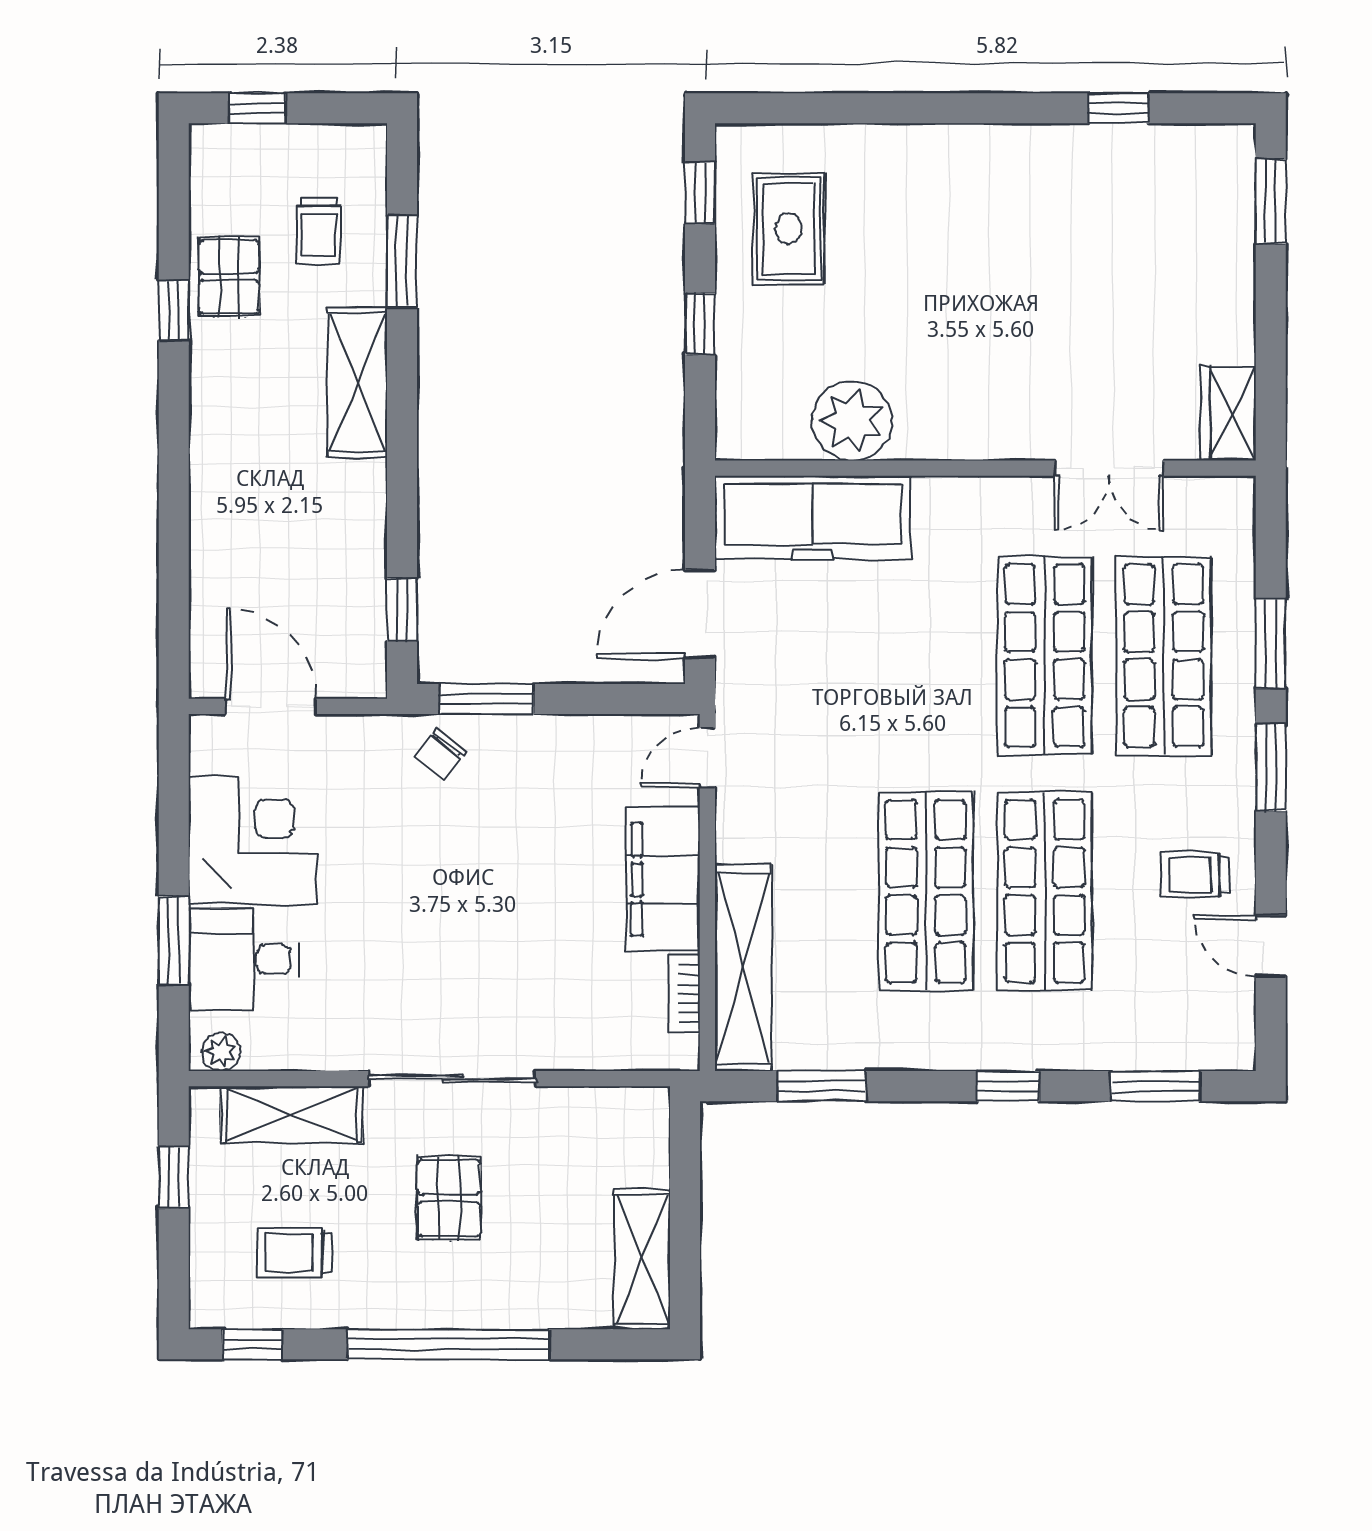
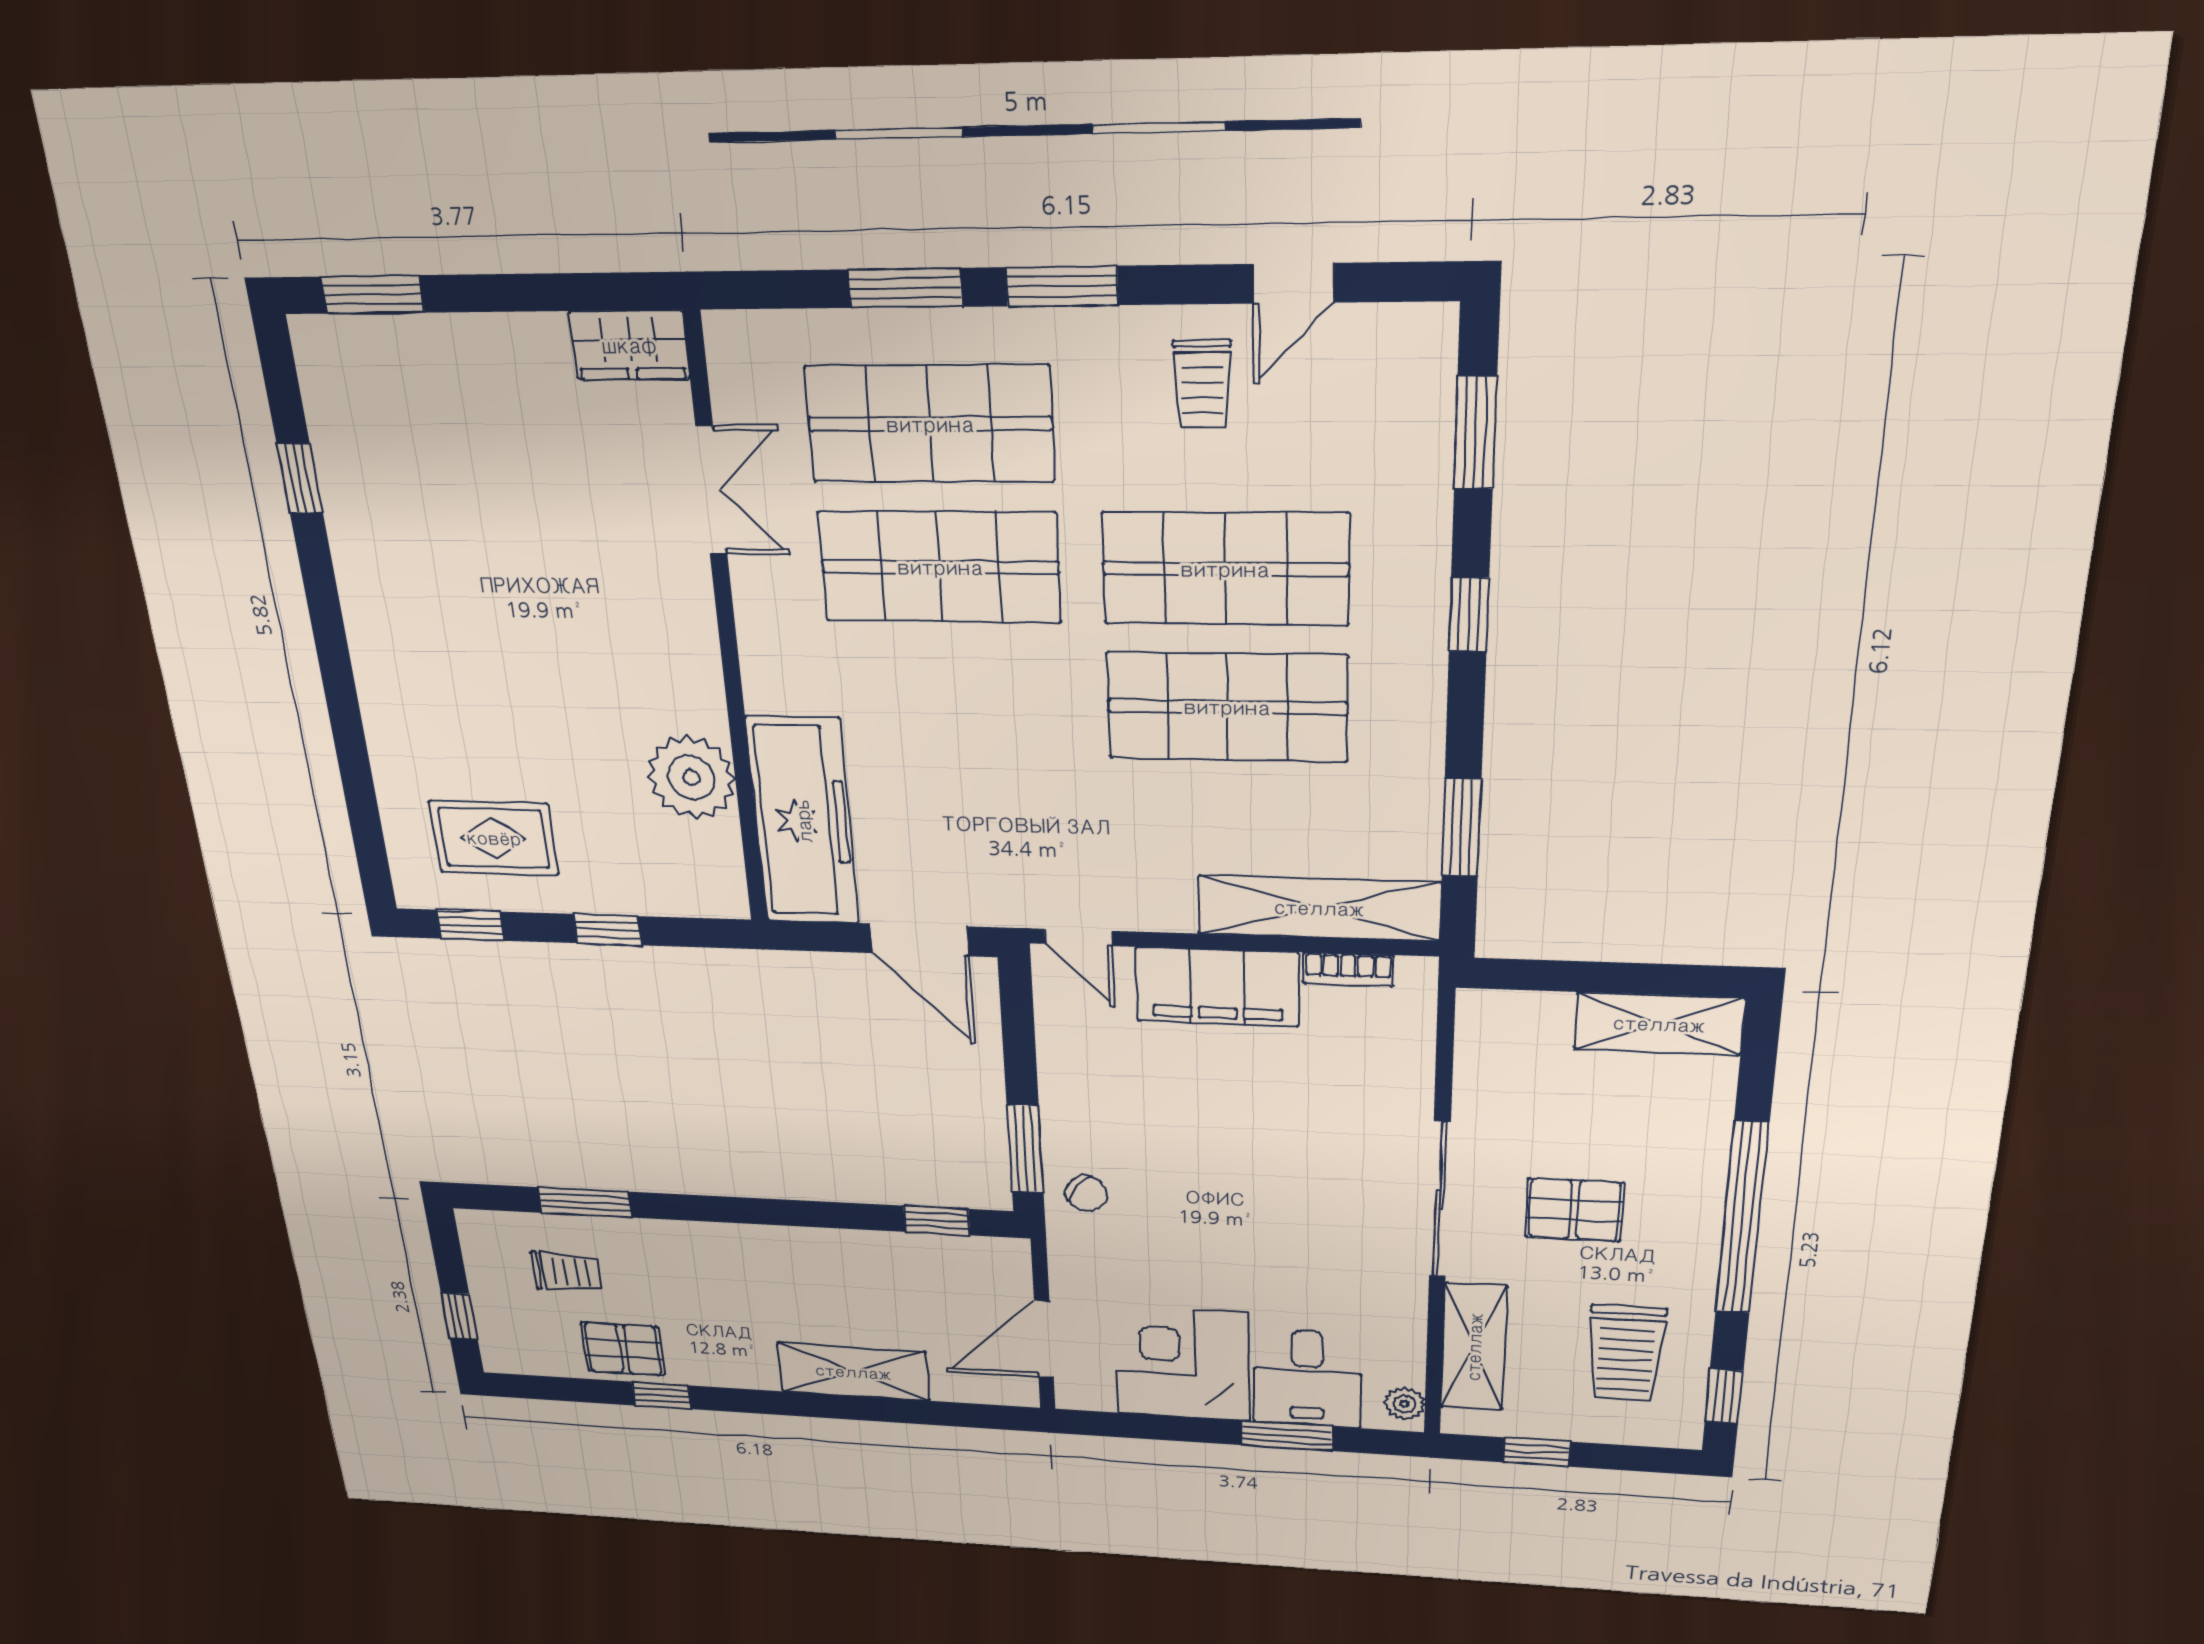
shelving: (357, 383) -> (853, 1372), moved
trolley: (295, 1253) -> (1626, 1353), width x1.36, depth x1.39

